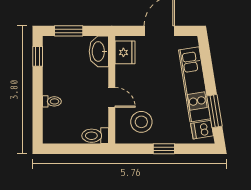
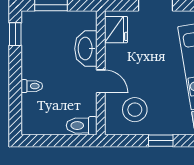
washbasin: (99, 51) -> (86, 49), moved

